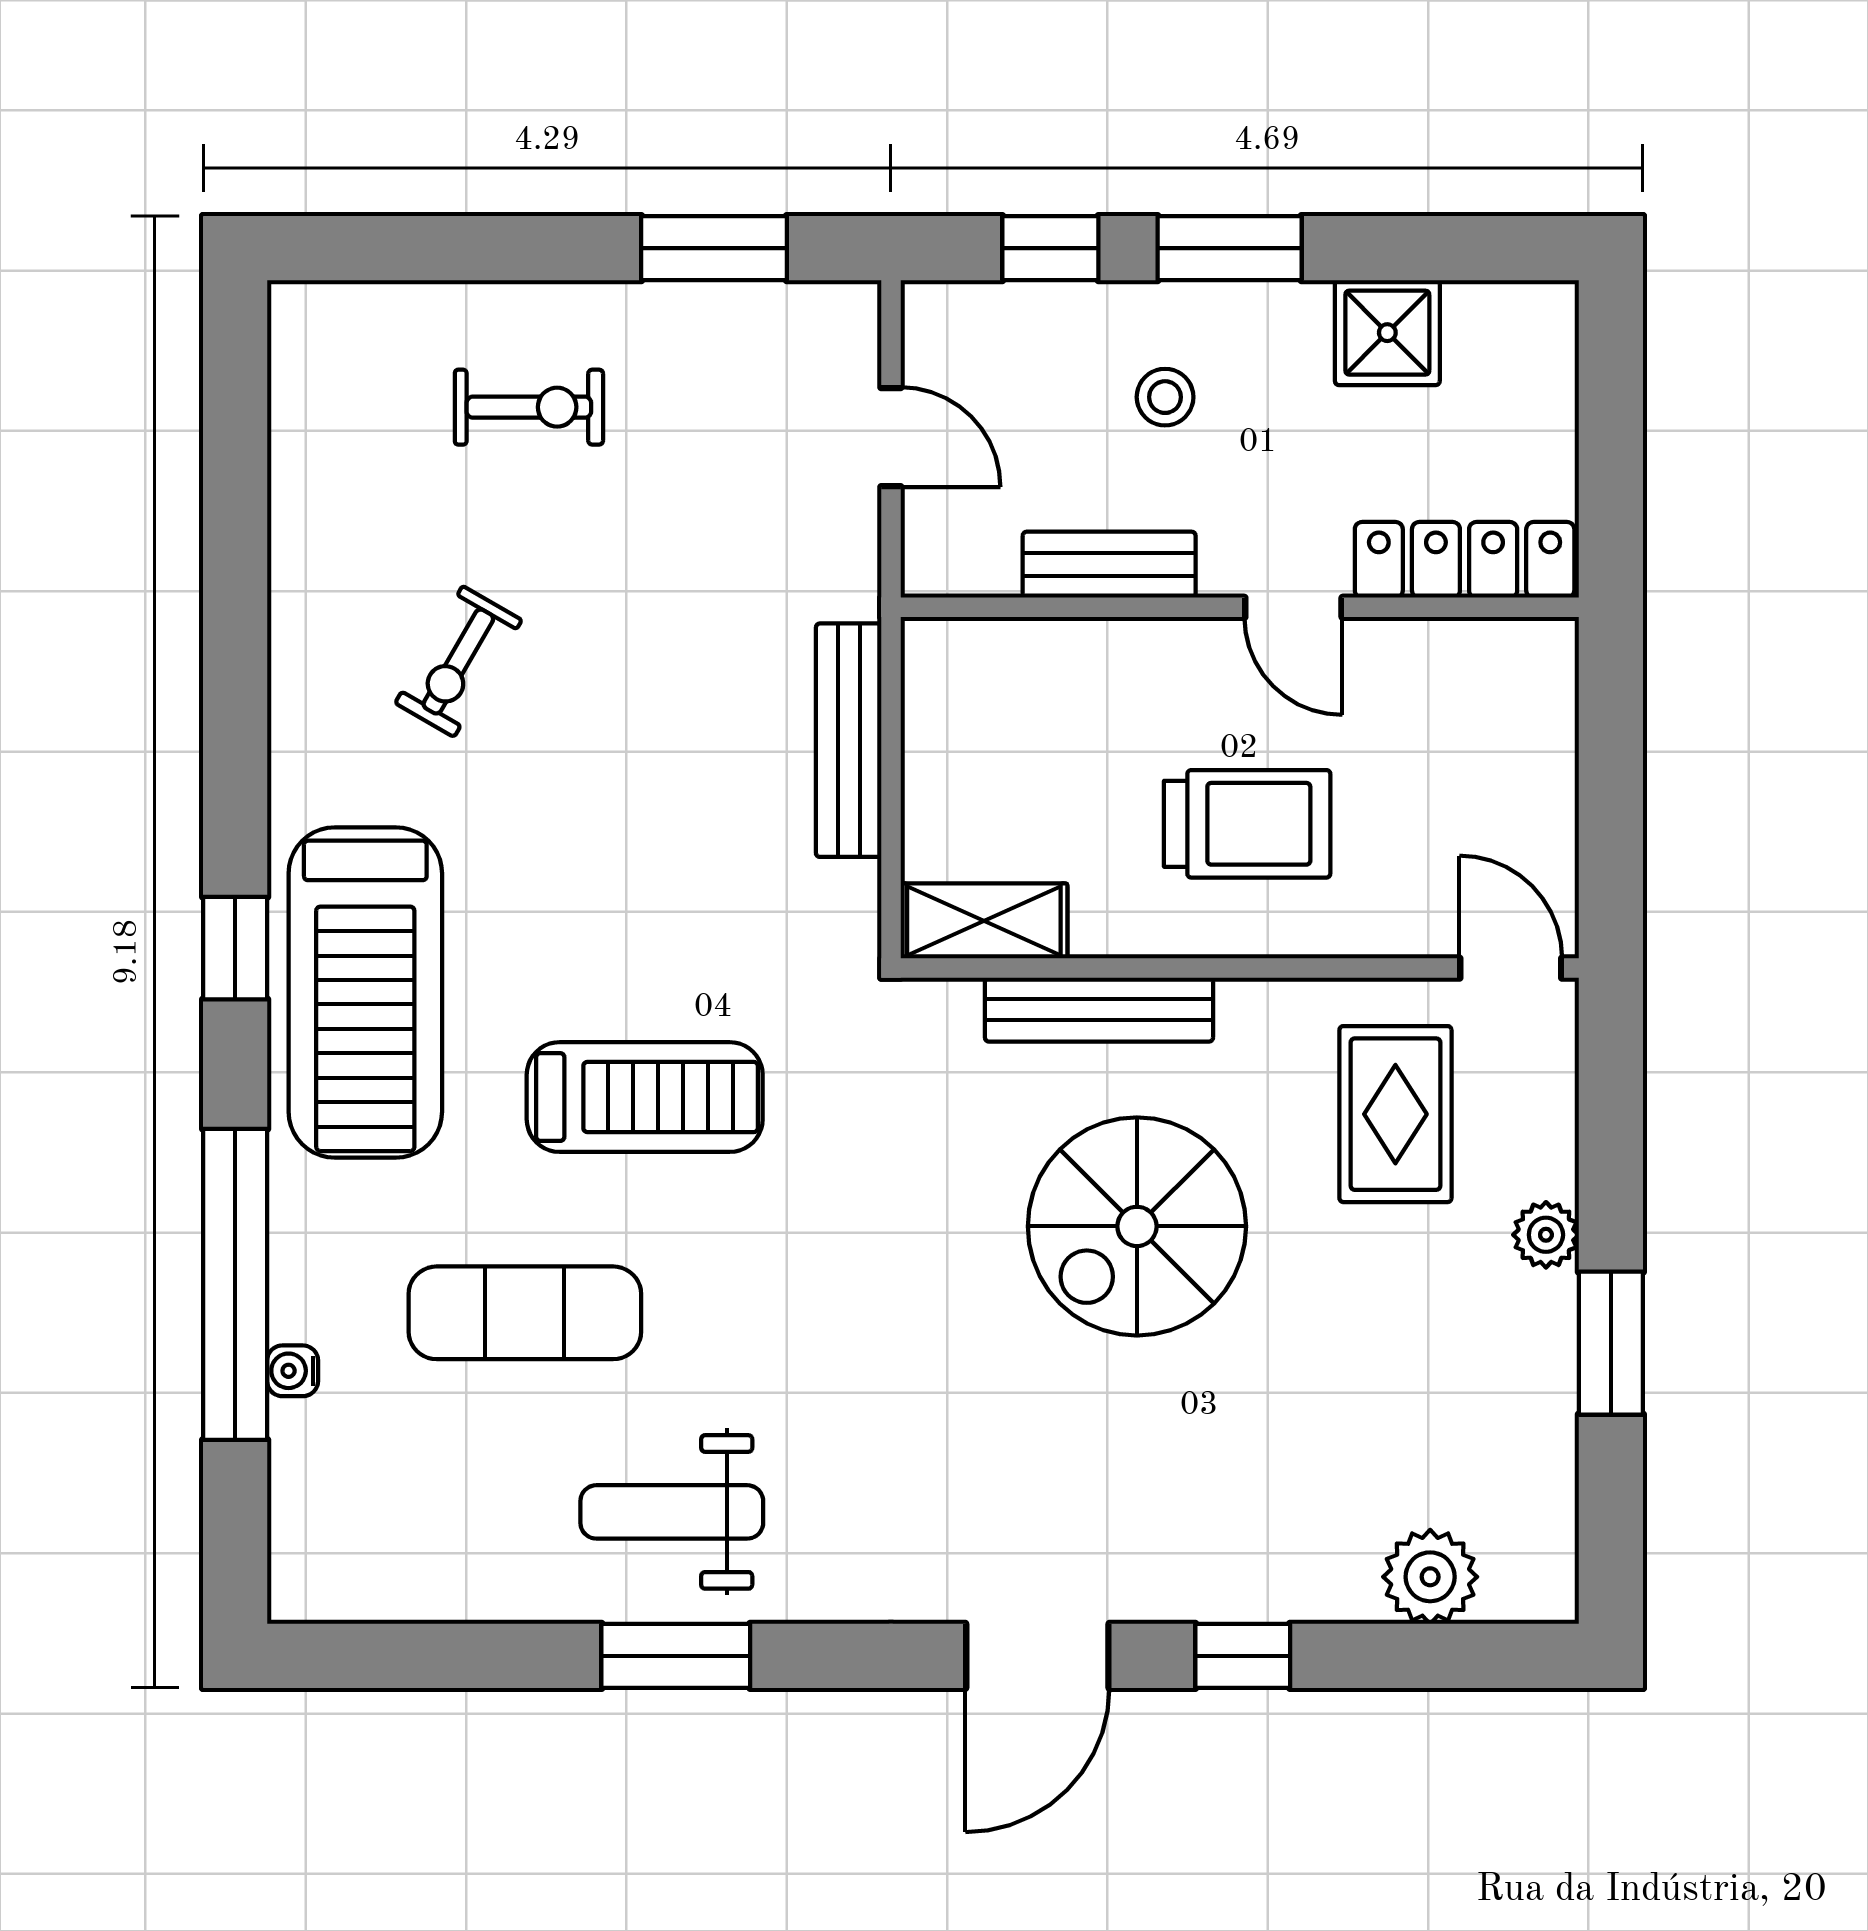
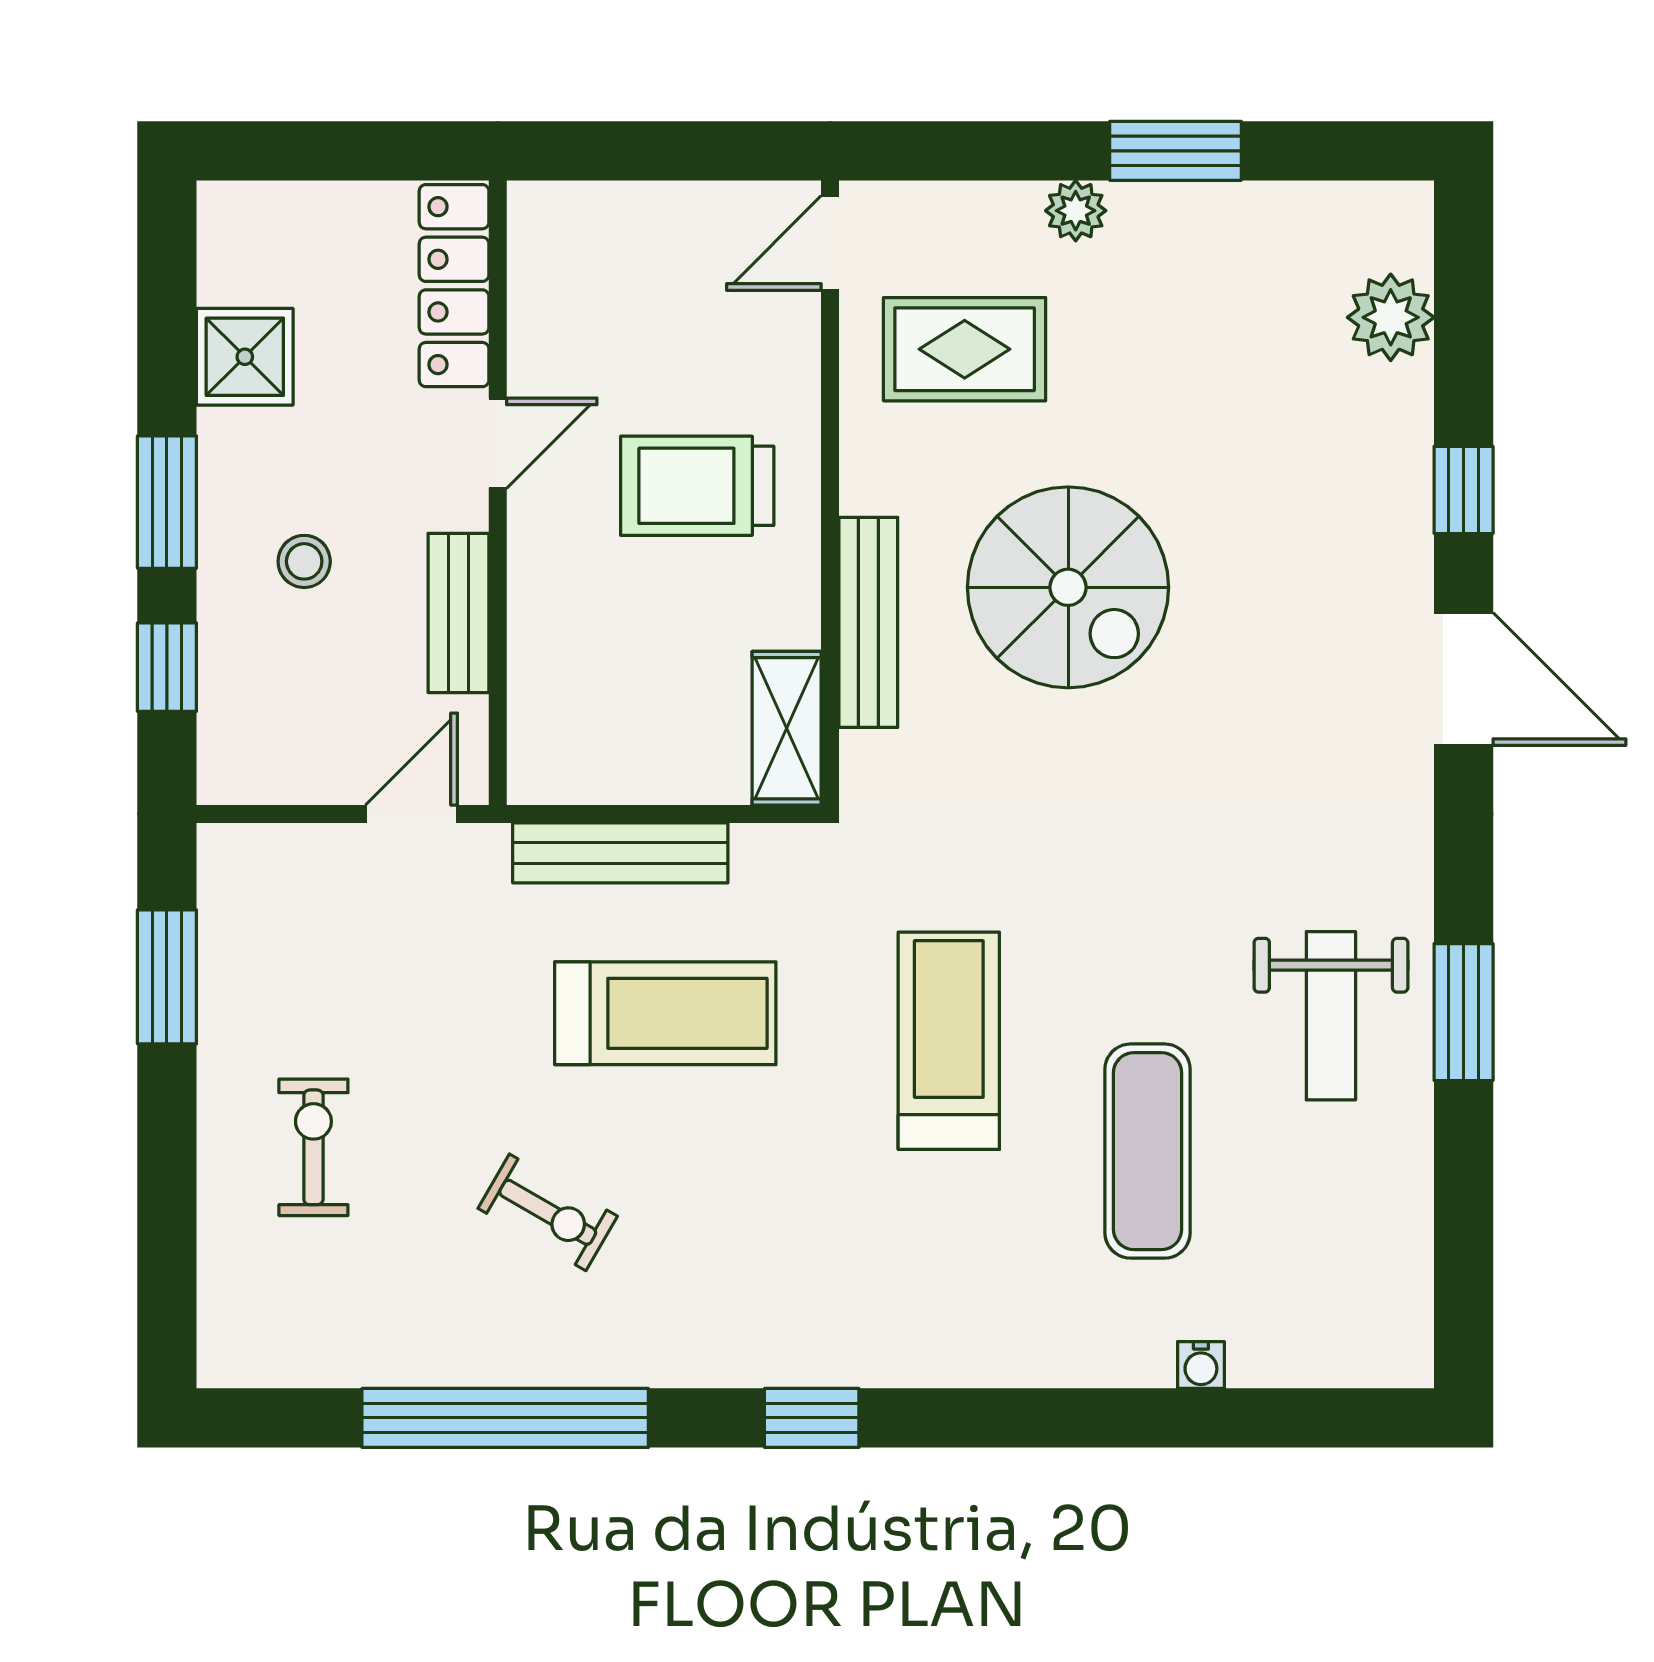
door: (891, 437) -> (411, 814), moved
trolley: (1247, 824) -> (697, 486), turned -90
treadmill: (365, 993) -> (665, 1013), moved, width x0.73, depth x0.73
window: (235, 1284) -> (505, 1418), moved

